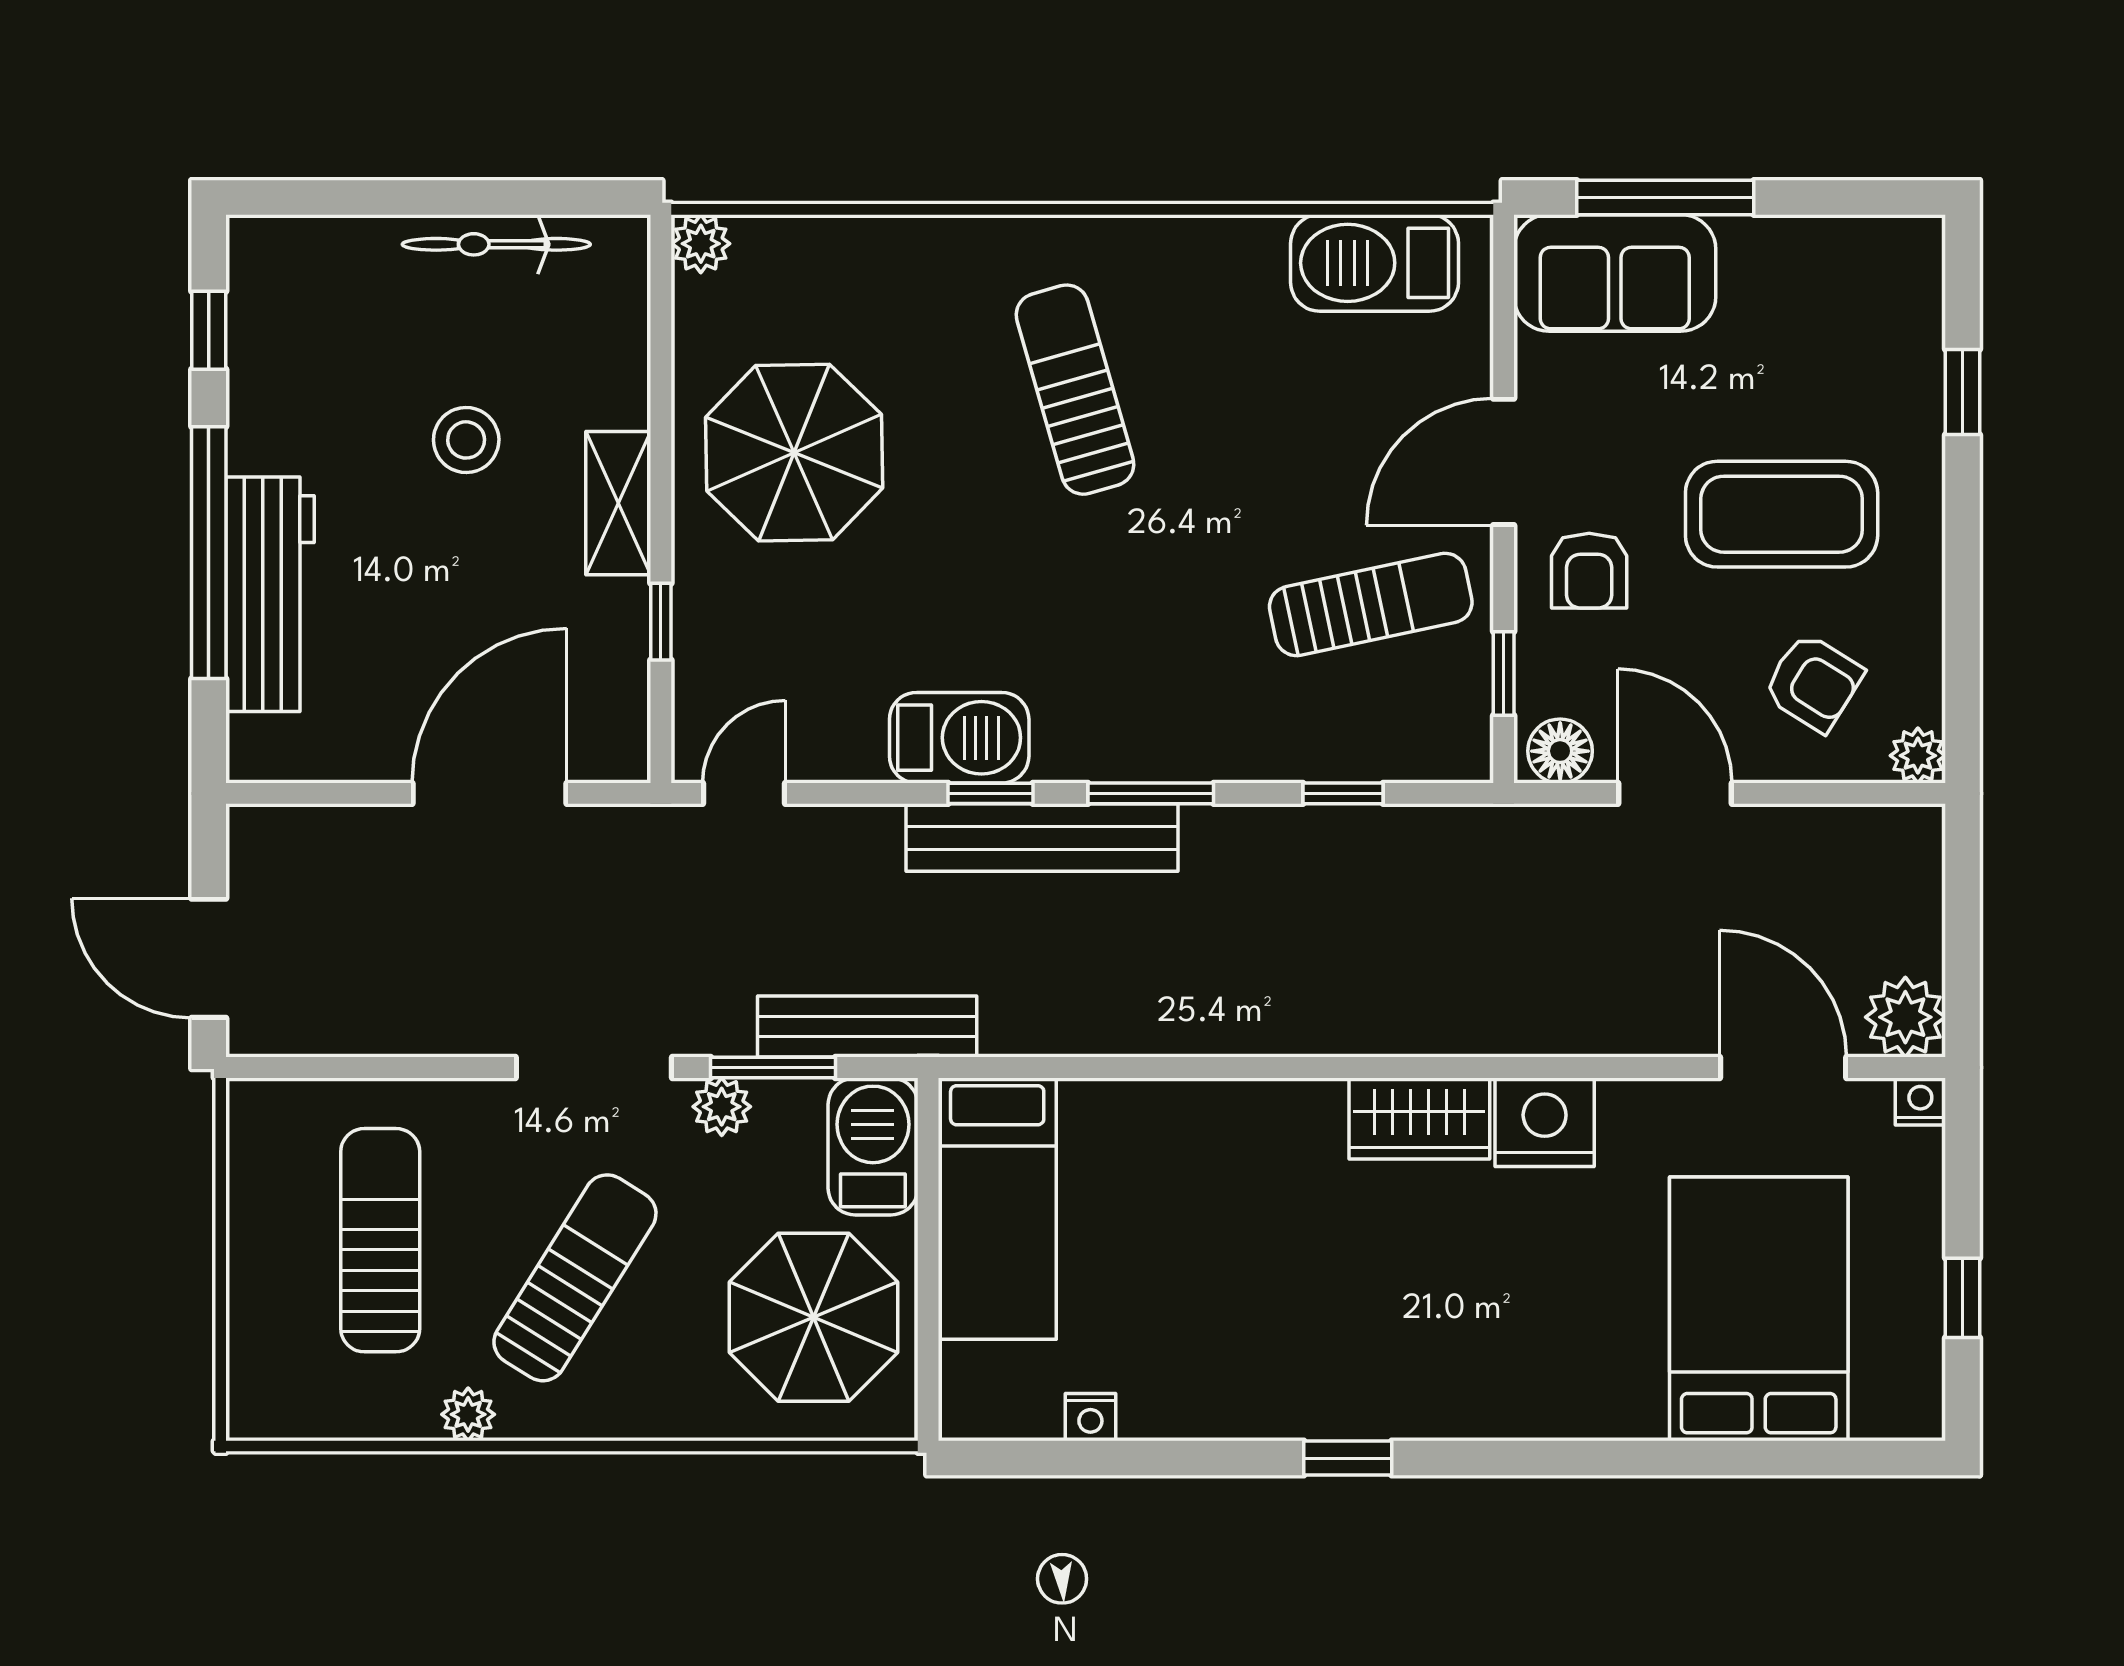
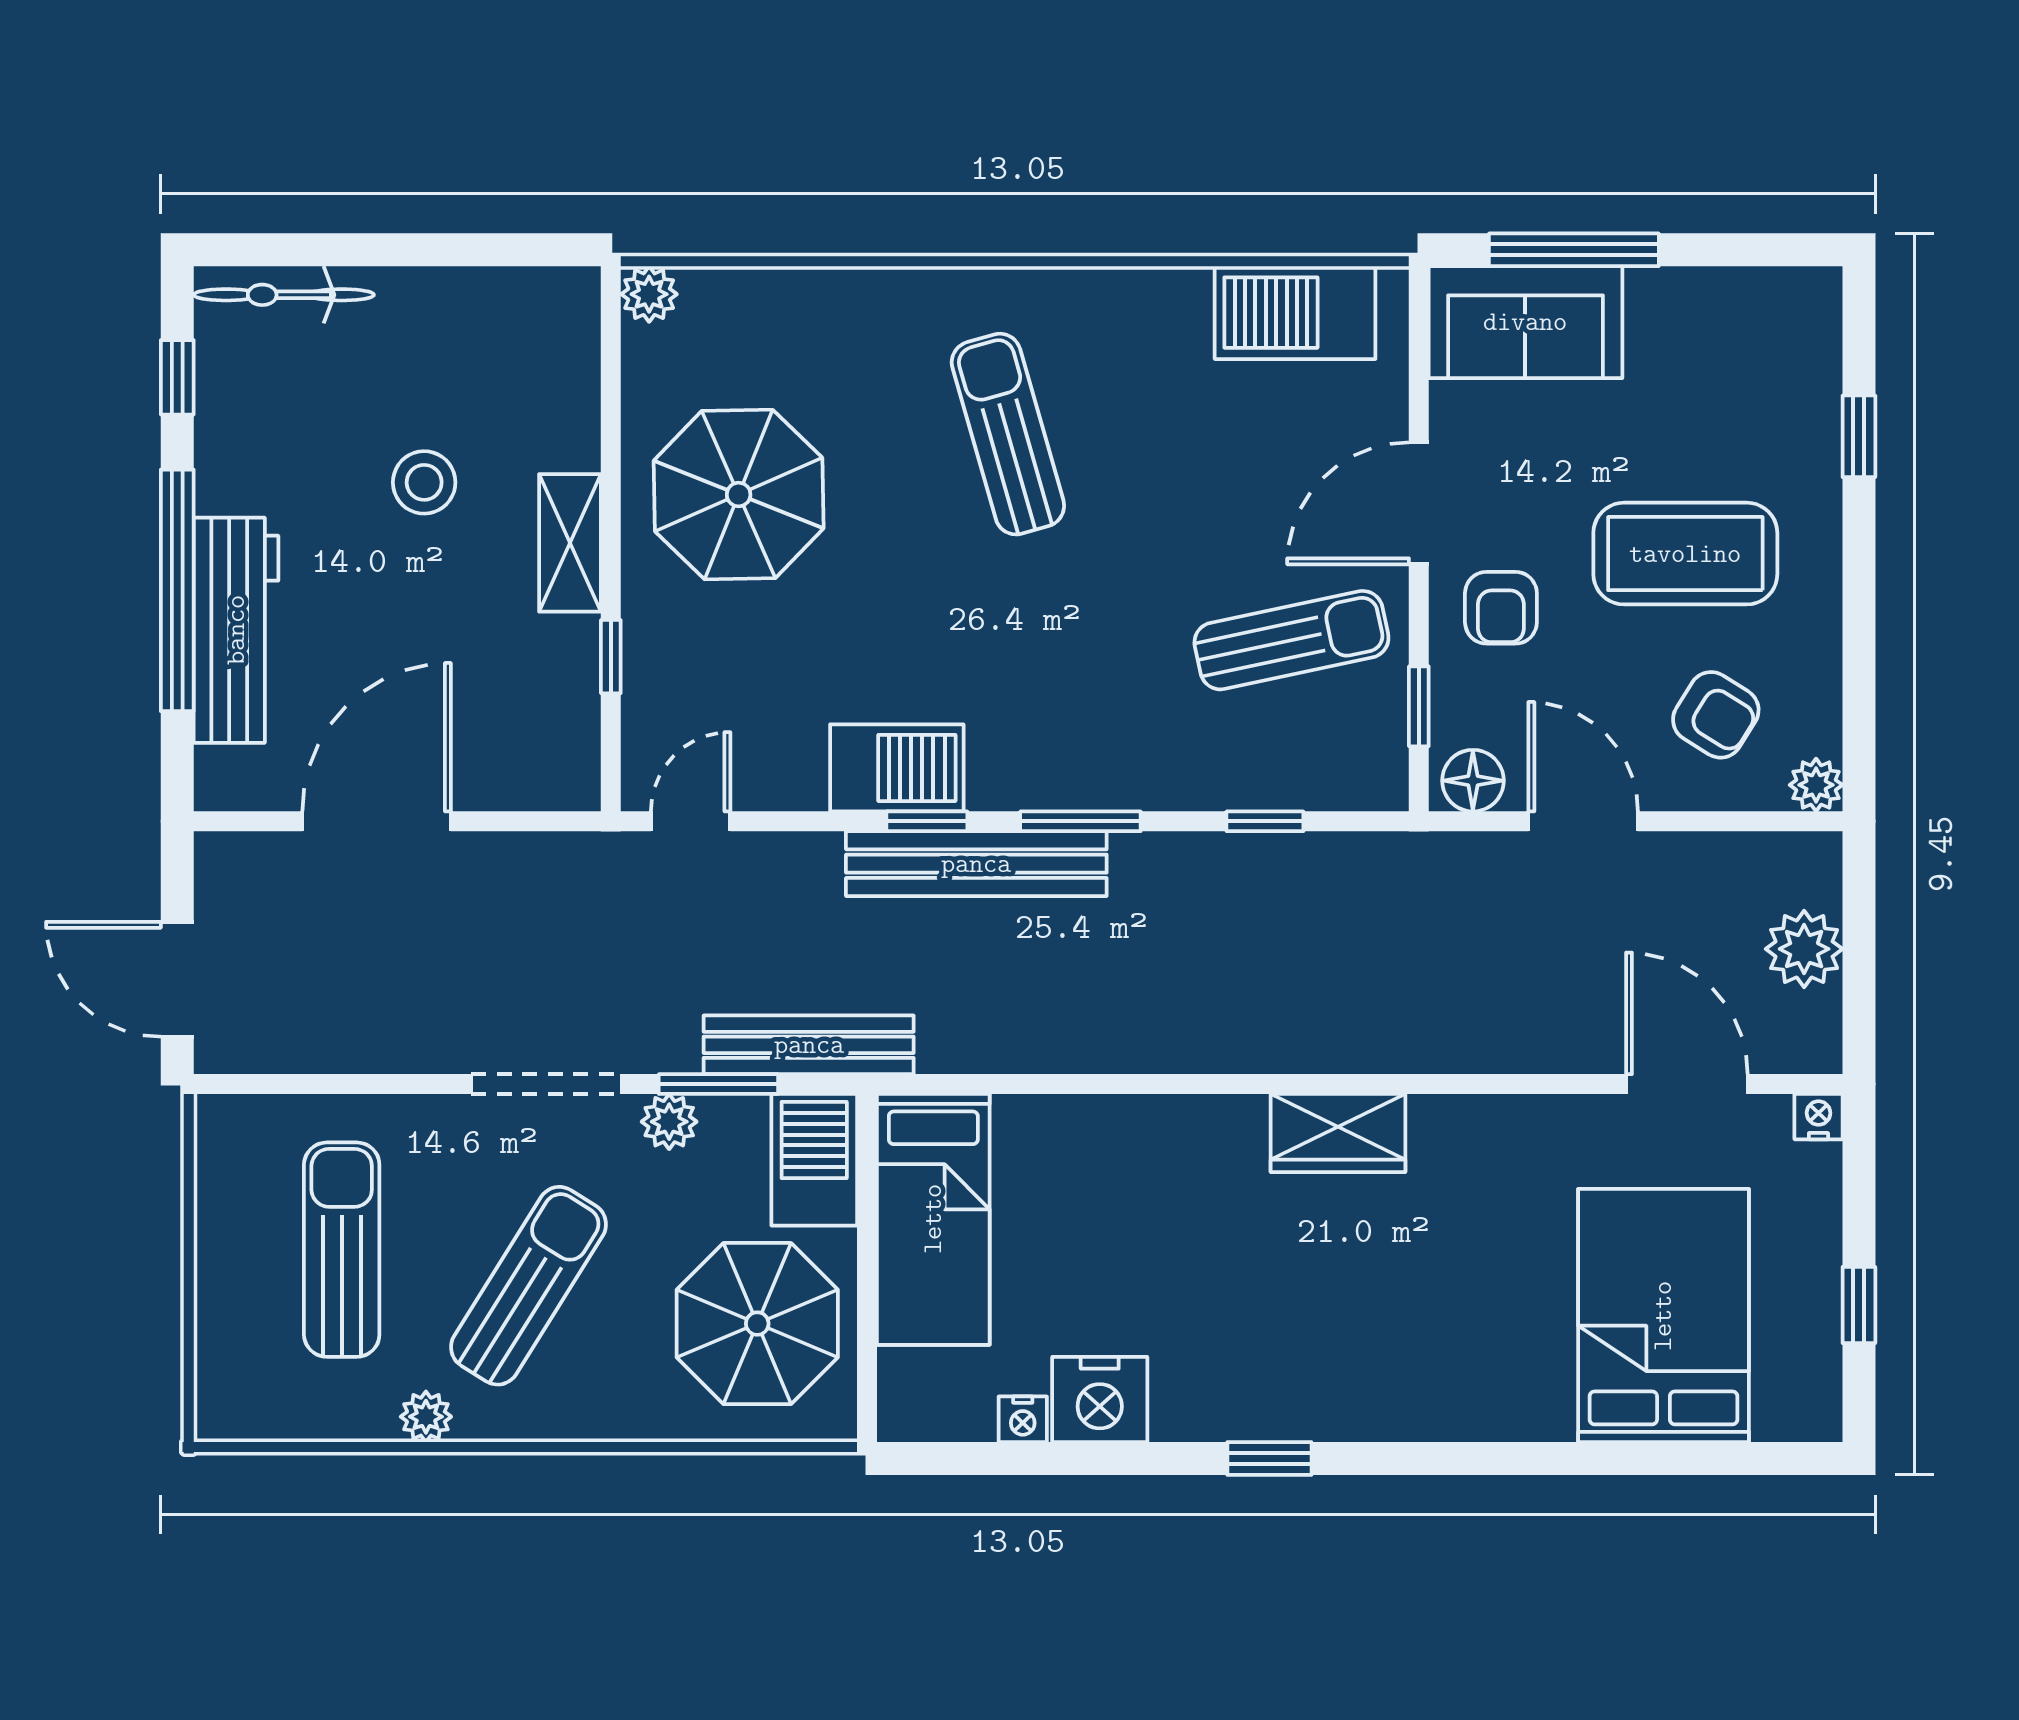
bicycle: (496, 244) -> (284, 295), moved
door: (490, 793) -> (377, 821), moved
plant: (1905, 1017) -> (1804, 949), moved
nightstand: (1545, 1122) -> (1100, 1399), moved, turned 180

